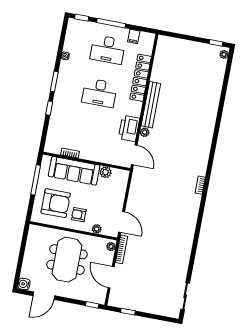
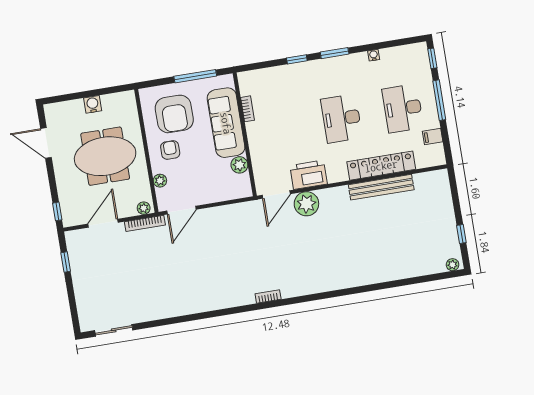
window: (216, 43) -> (461, 234), moved
bench: (151, 105) -> (381, 187), moved
plant: (145, 132) -> (306, 204), width x1.88, depth x1.88
water cooler: (24, 284) -> (93, 104), moved

